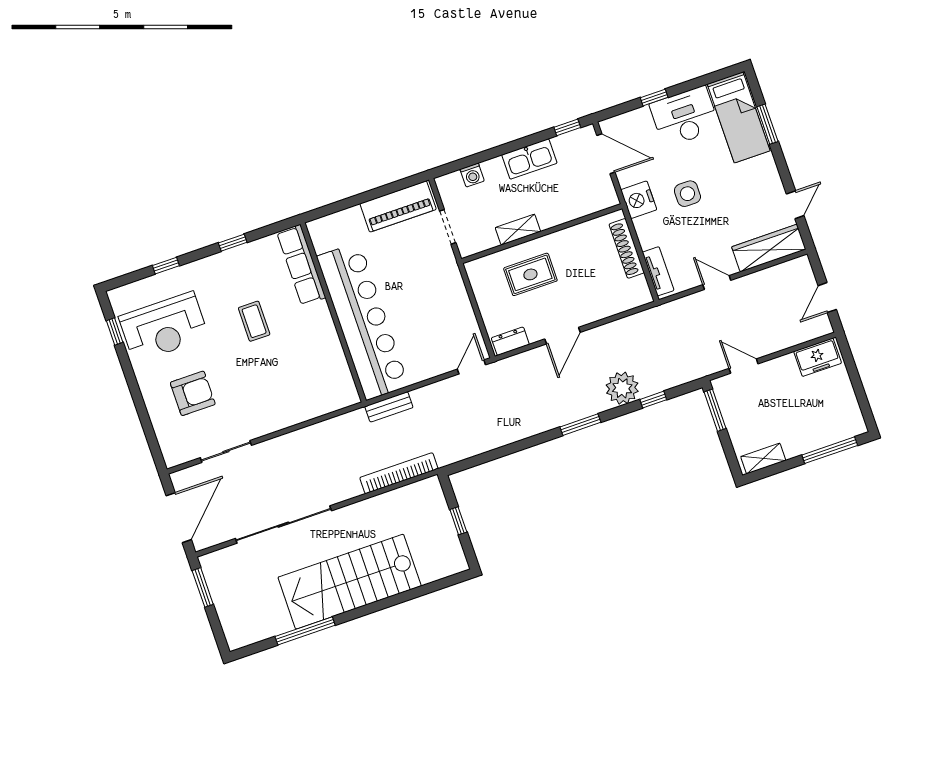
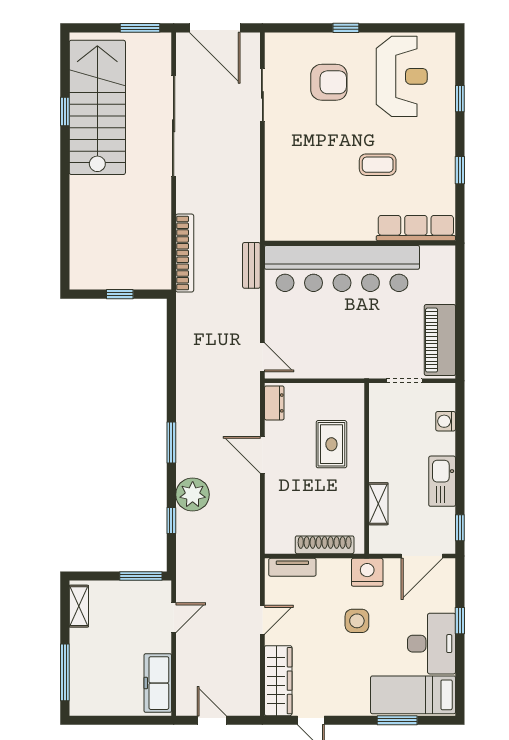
shelving: (518, 230) -> (378, 504), moved
reception desk: (164, 327) -> (402, 76), turned 180
window: (115, 332) -> (346, 28), moved
freezer: (818, 357) -> (158, 683), width x1.40
armchair: (193, 393) -> (329, 82), turned -90
stairs: (350, 582) -> (97, 107), moved
window: (305, 631) -> (65, 111), width x0.46

